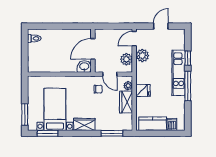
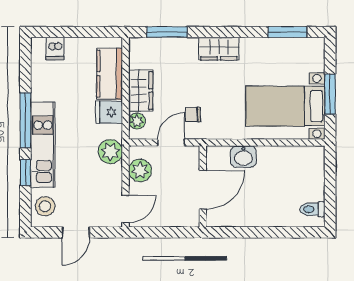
stool: (177, 40) -> (45, 206), added
plant: (142, 55) -> (110, 152), moved
washbasin: (84, 67) -> (243, 157), moved
door: (110, 74) -> (171, 143), hinge flipped
bed with nightstands: (55, 109) -> (285, 106), moved, turned 90
window: (25, 115) -> (330, 94), moved
kitchen counter: (153, 124) -> (110, 74), moved, turned 90

